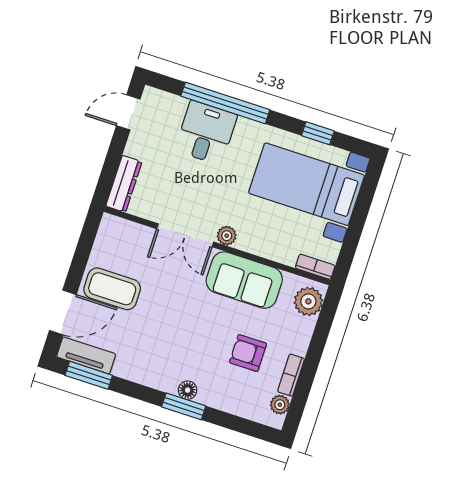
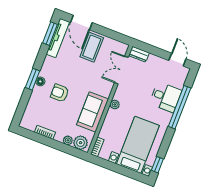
window: (318, 133) -> (157, 165), moved
dresser: (124, 184) -> (139, 54), width x0.70
double door: (185, 235) -> (121, 70), moved
armchair: (248, 353) -> (60, 93), moved, turned -90
tv unit: (86, 355) -> (58, 38), width x1.41
plant: (280, 405) -> (68, 140), moved

